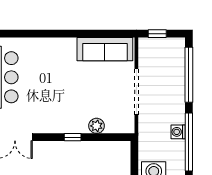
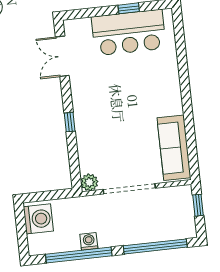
plant: (97, 126) -> (89, 182), moved

